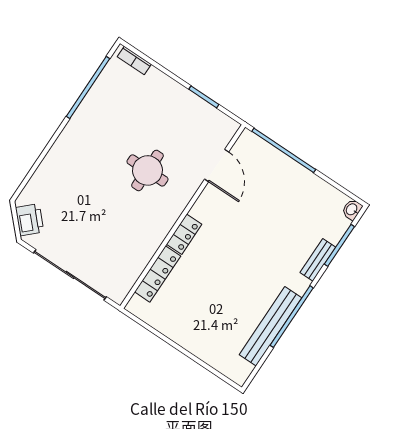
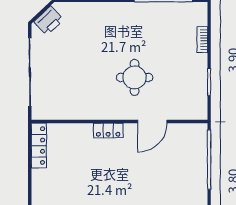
bookcase: (134, 60) -> (202, 40), moved
door: (217, 166) -> (152, 122), moved
locker: (158, 274) -> (39, 146), moved, turned -90

